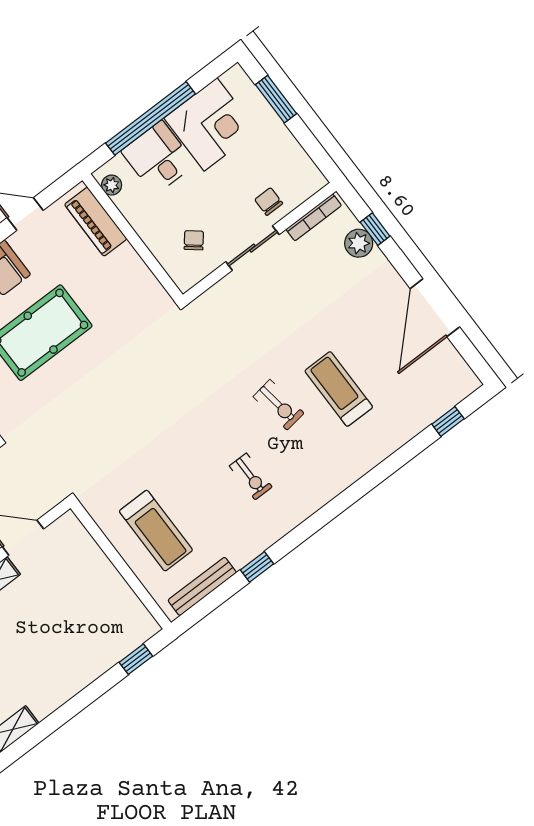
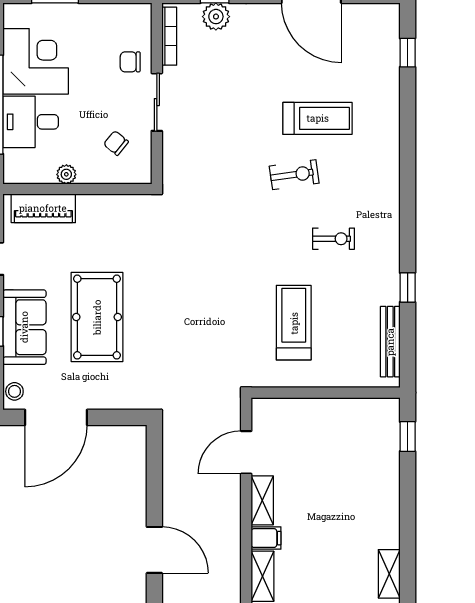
plant: (112, 185) -> (66, 174), moved
treadmill: (339, 389) -> (318, 118), turned 180
treadmill: (156, 531) -> (294, 323), moved, turned -90

